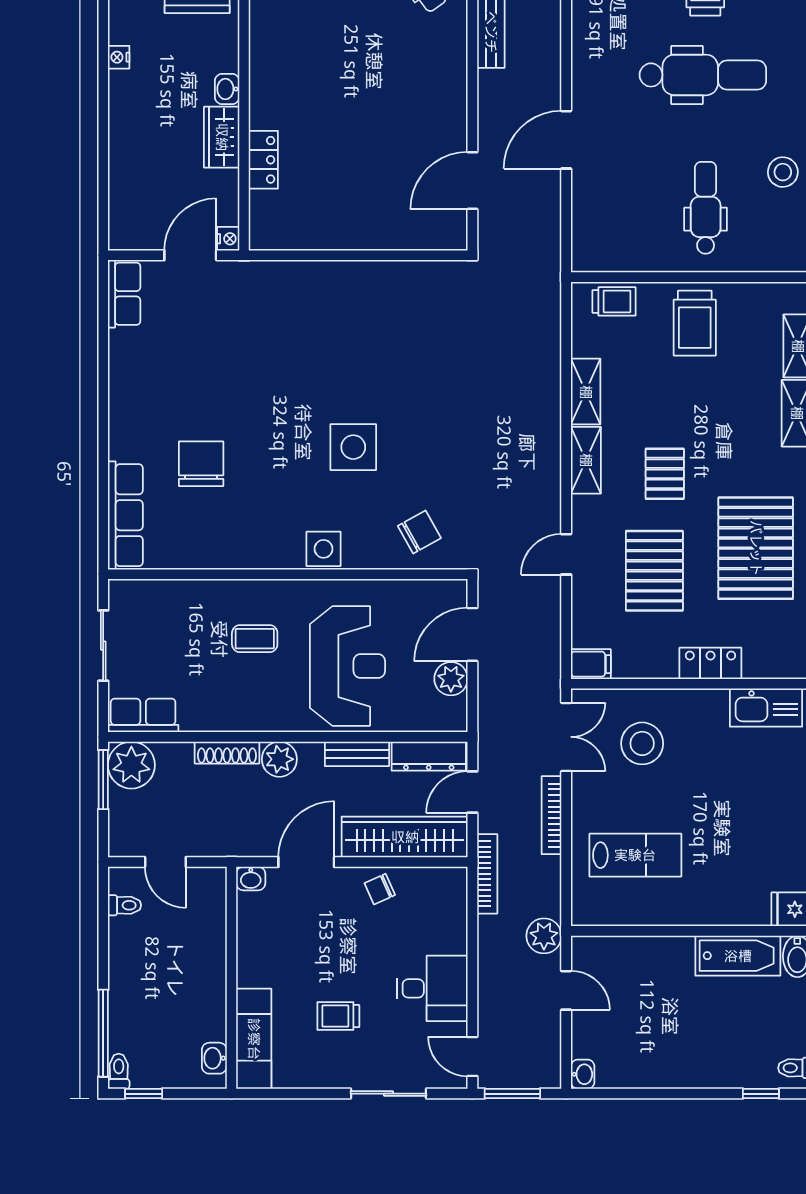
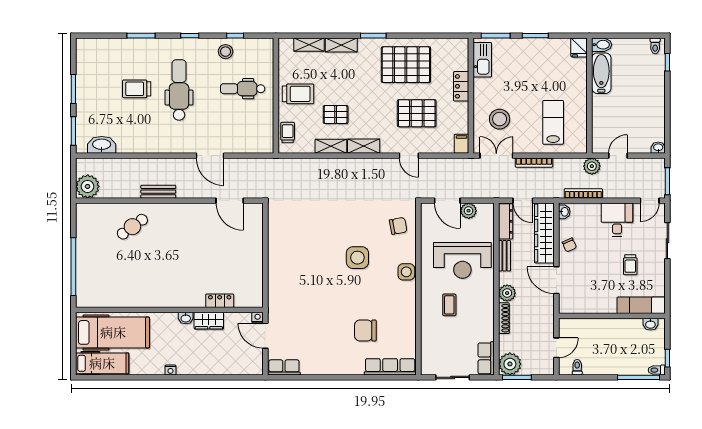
pallet: (665, 474) -> (336, 115), moved
chair: (419, 532) -> (398, 226), turned 109
reception desk: (347, 666) -> (462, 260), turned 180
bookcase: (487, 874) -> (583, 193), moved
washbasin: (251, 879) -> (564, 212), moved

